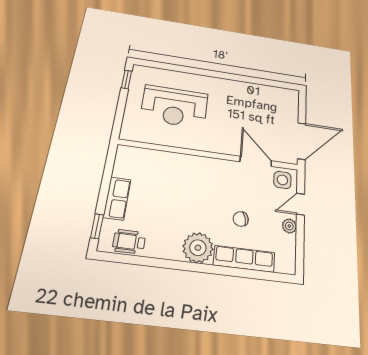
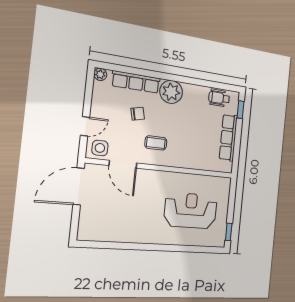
coffee table: (218, 184) -> (156, 143), added
row of seats: (117, 198) -> (228, 138), width x1.48
plant: (289, 226) -> (100, 74), moved
wheelchair: (129, 242) -> (219, 98), turned 180

